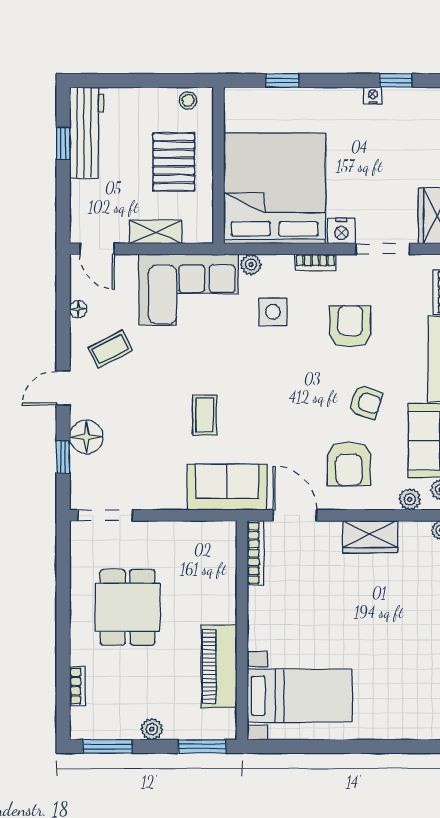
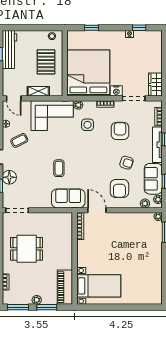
wardrobe: (370, 537) -> (128, 219), removed
dining table: (128, 607) -> (27, 249), turned 90
piano: (219, 666) -> (65, 287), moved
window: (202, 746) -> (47, 307), moved

